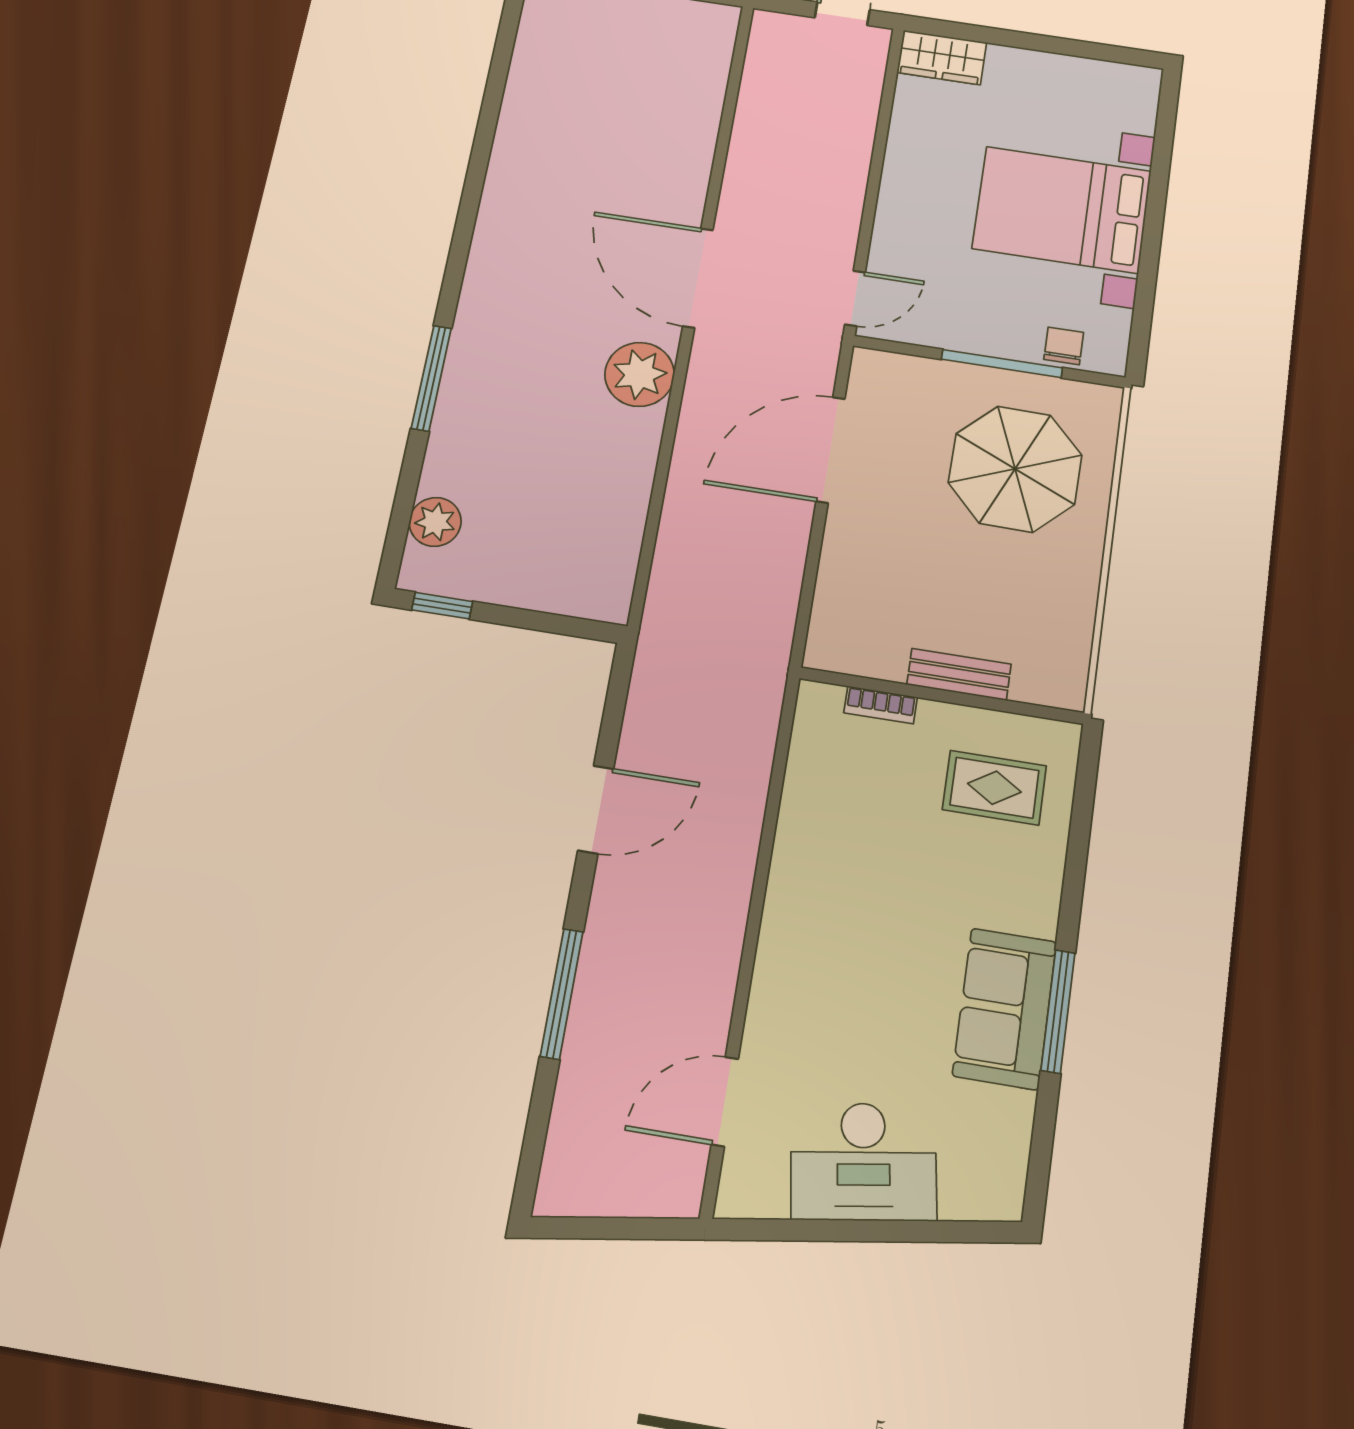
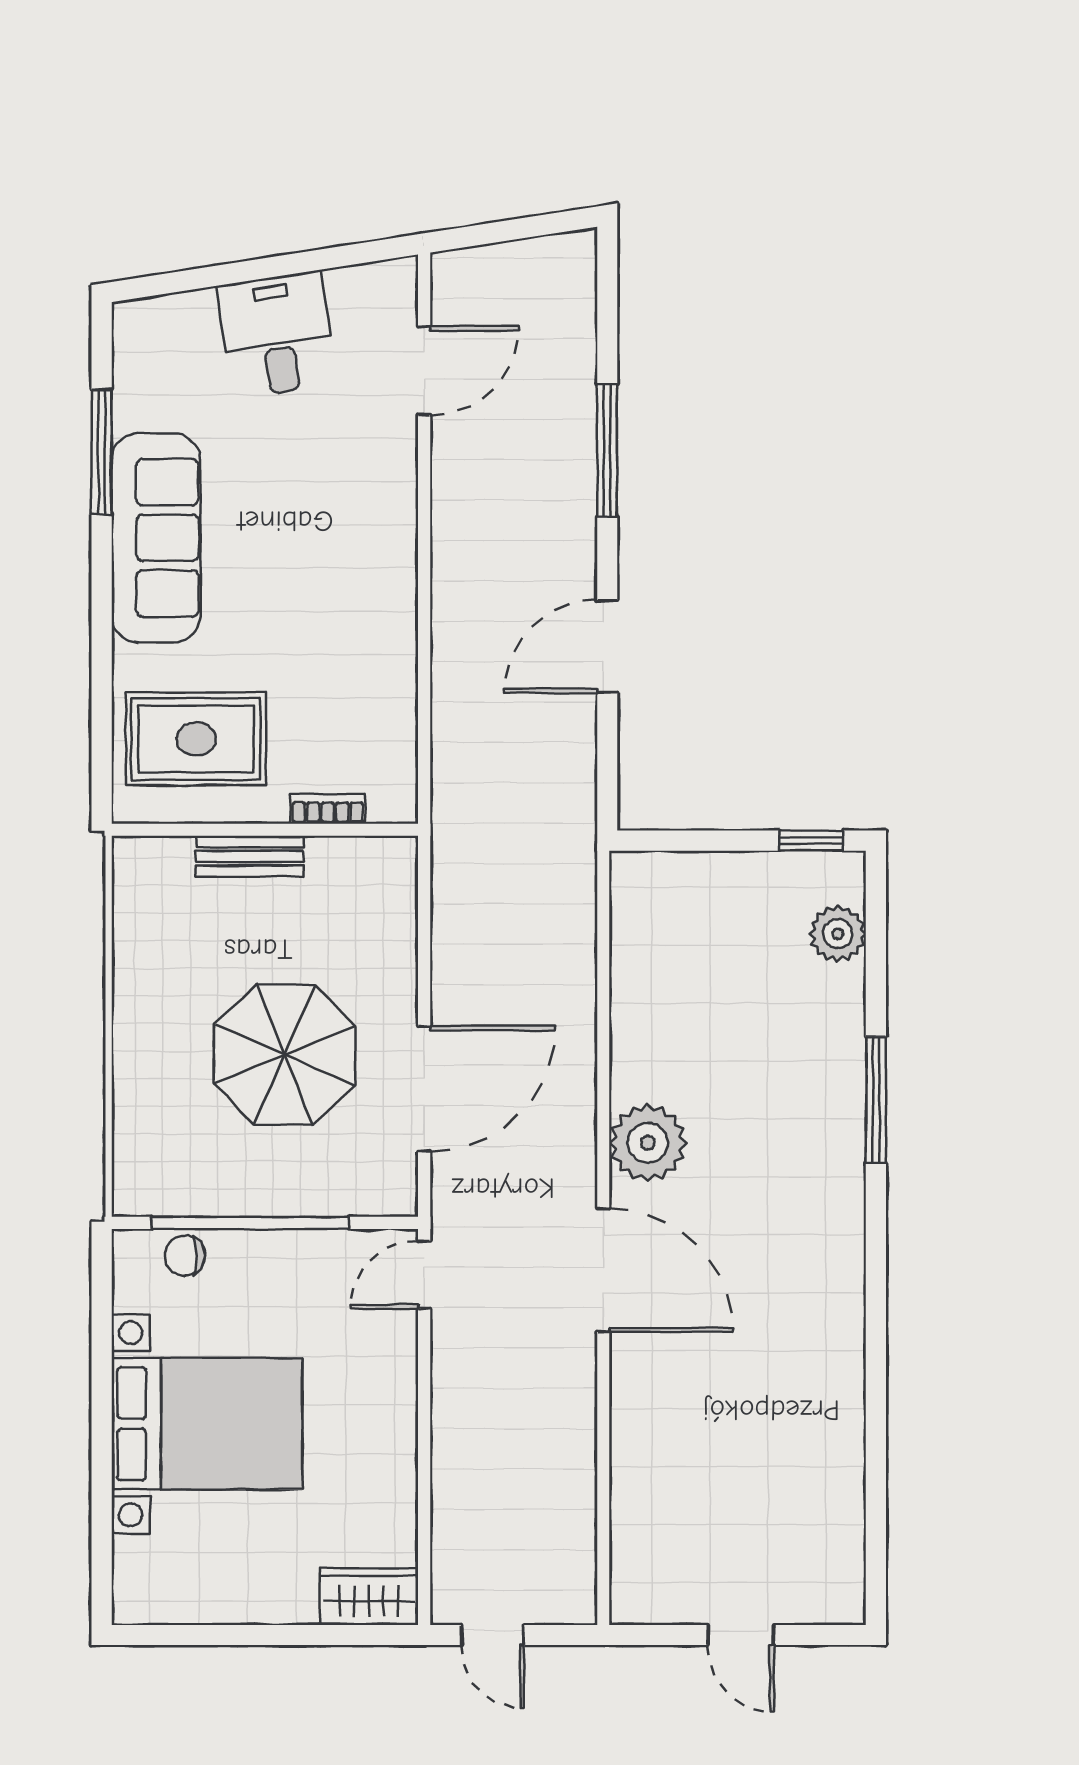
chair: (1064, 346) -> (185, 1256), turned 90
window: (1002, 364) -> (250, 1223), width x1.46
parasol: (1015, 469) -> (285, 1055), moved
rug: (994, 788) -> (196, 739), width x1.36, depth x1.43
sofa: (1005, 1009) -> (156, 538), width x1.36
window: (1058, 1011) -> (102, 452), moved
desk: (863, 1162) -> (277, 335), width x0.73

